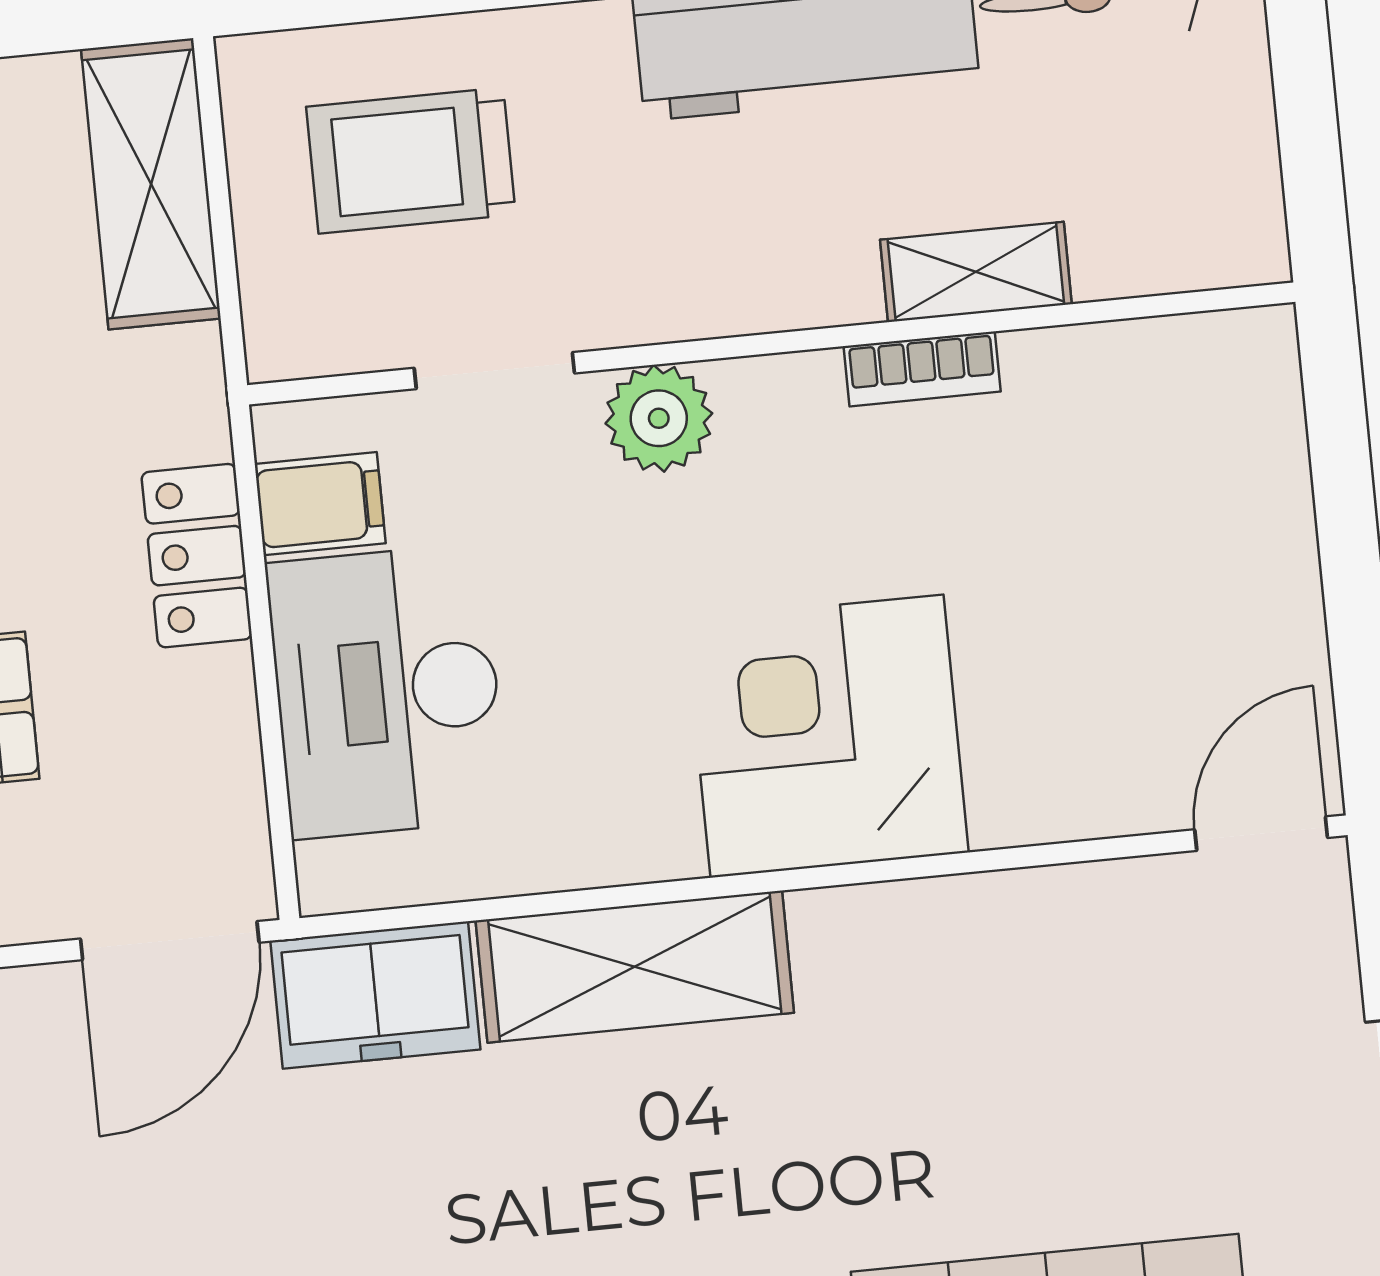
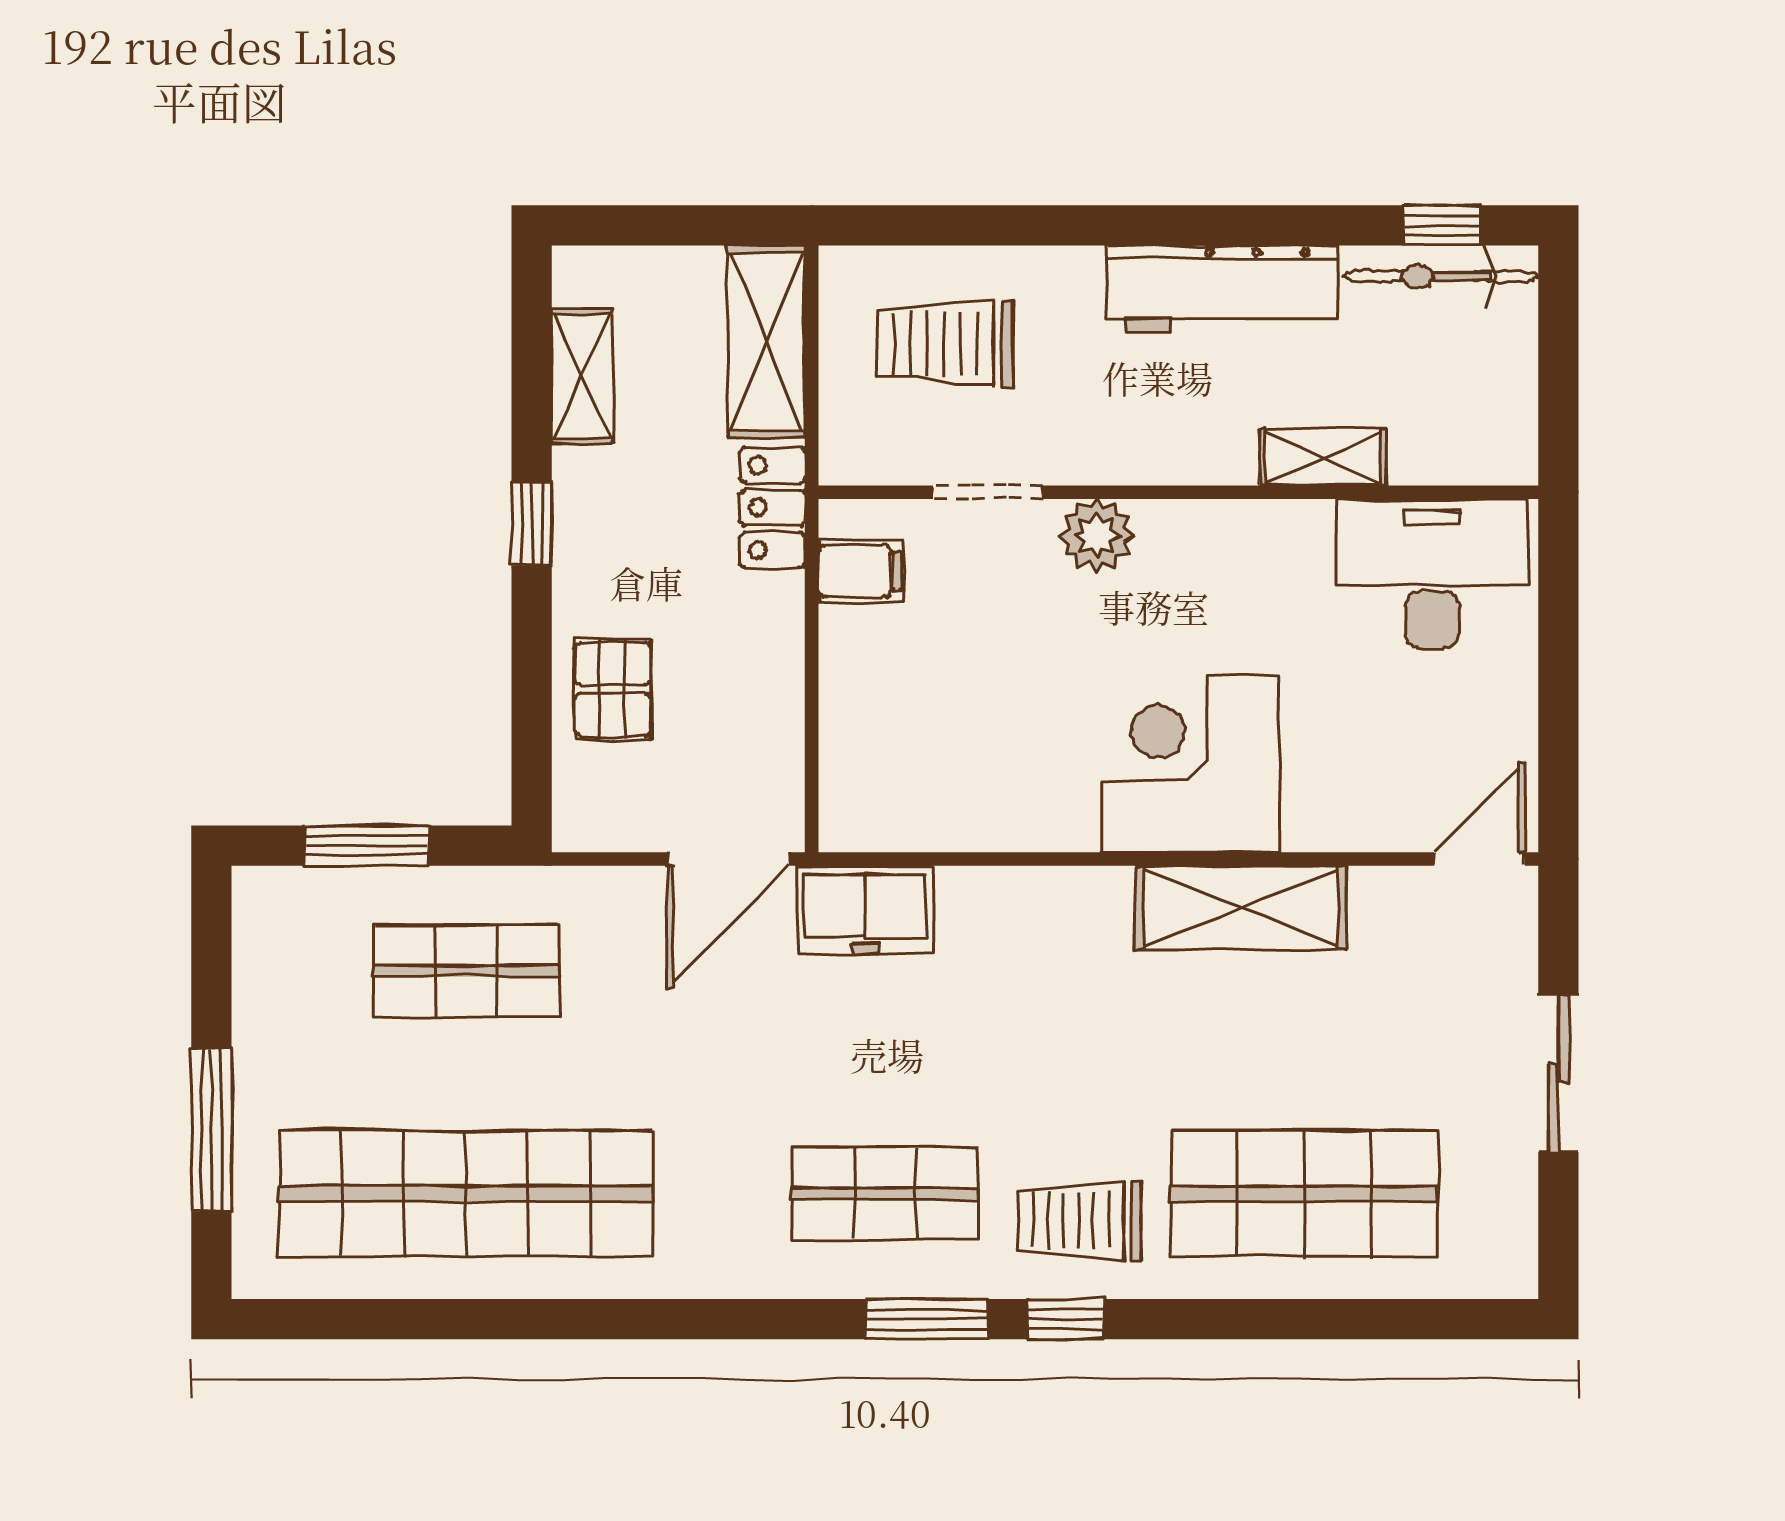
bookcase: (922, 369) -> (1280, 520), removed
locker: (197, 556) -> (773, 508), moved
desk: (387, 691) -> (1432, 574), moved, turned 90
shelving: (635, 967) -> (1241, 908), moved

